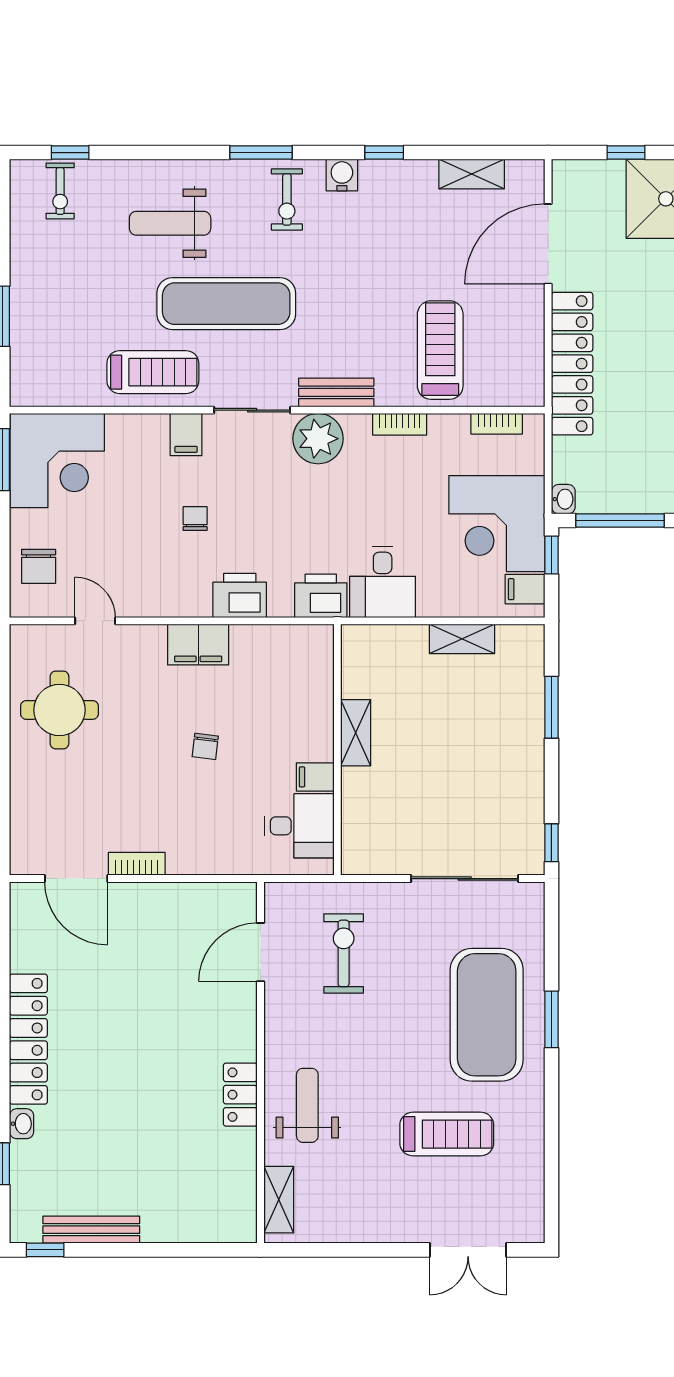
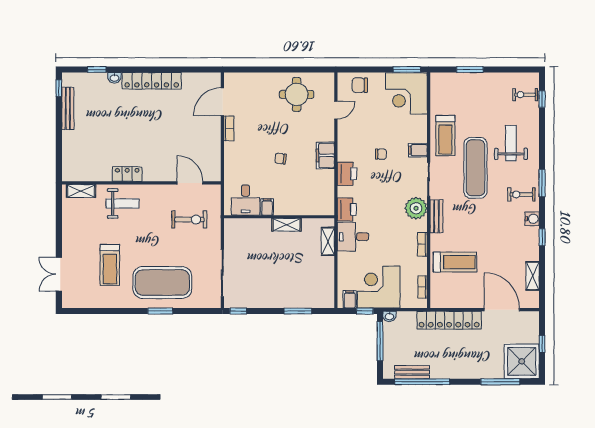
shelving: (462, 639) -> (328, 241), moved

